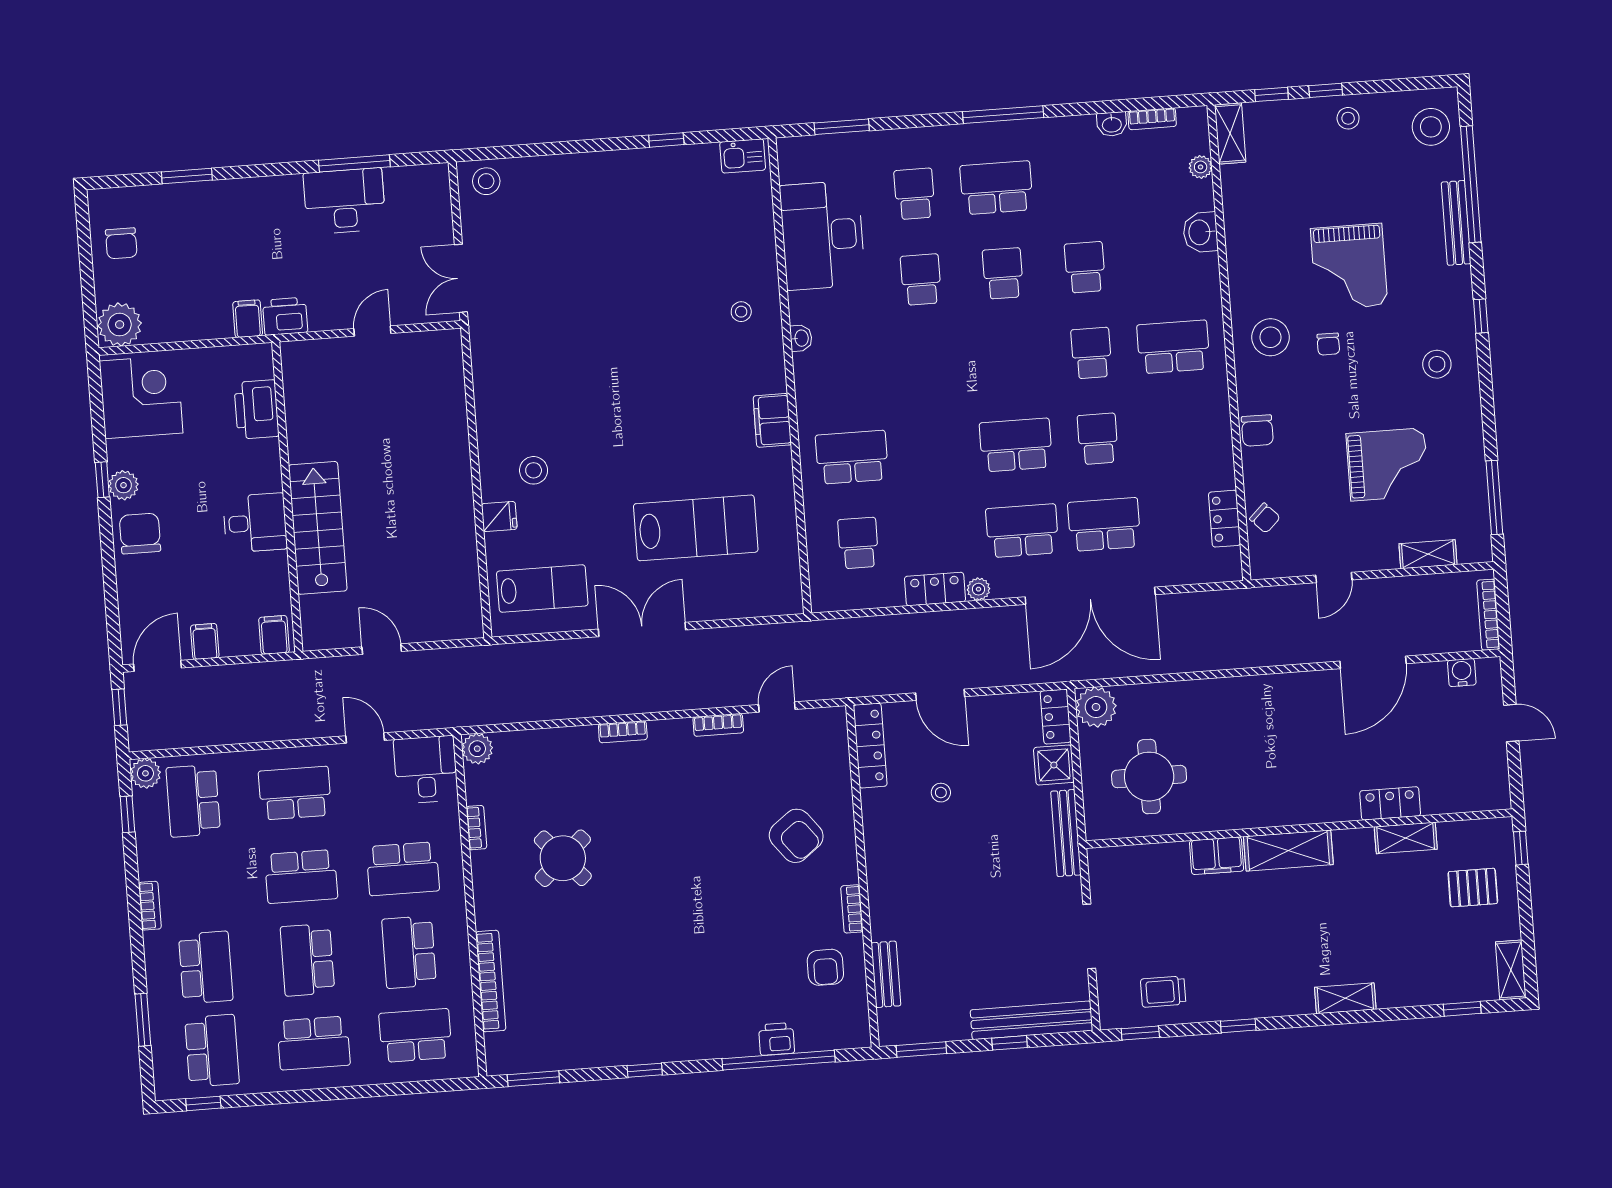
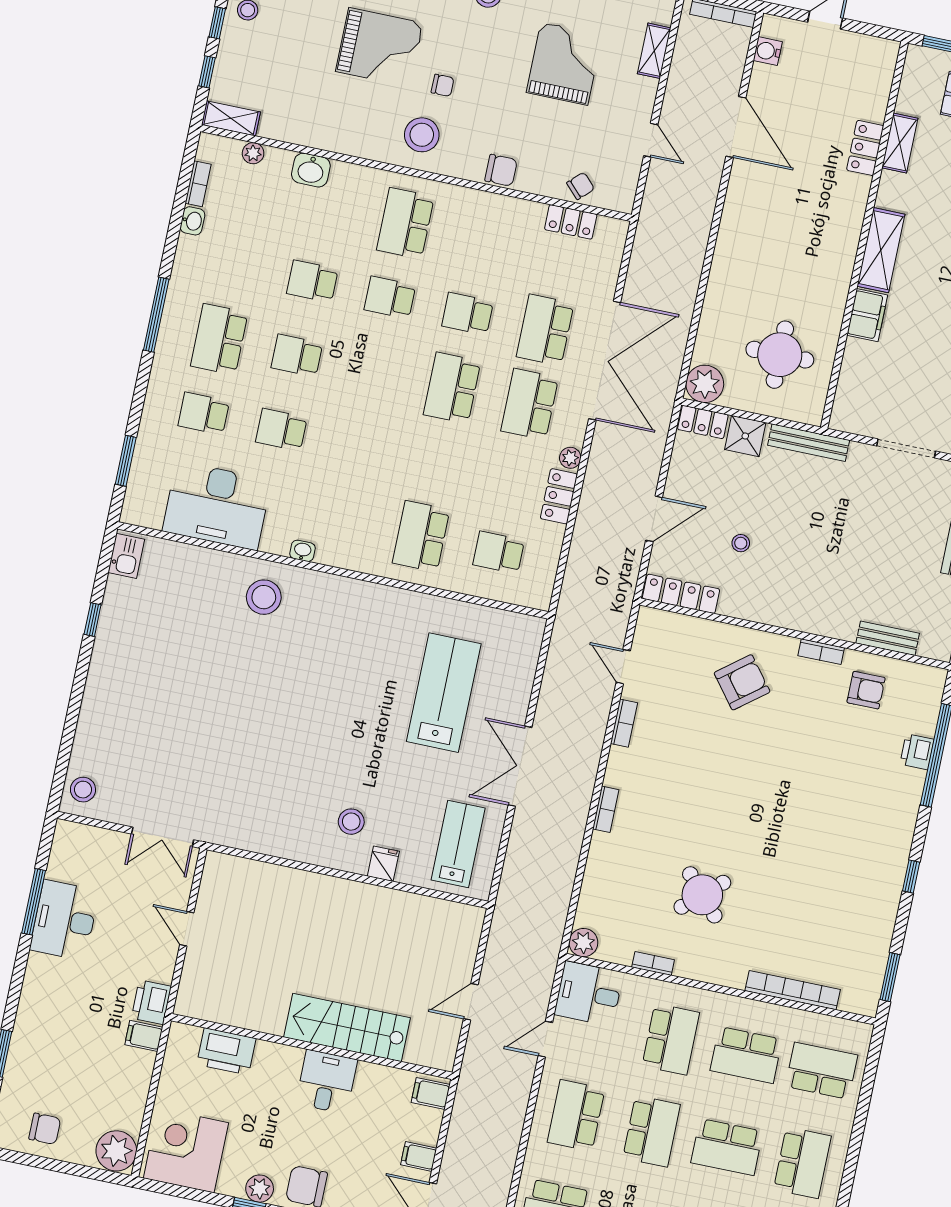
stool: (741, 312) -> (264, 597), width x1.89, depth x1.89
filing cabinet: (772, 420) -> (368, 597), removed
school desk: (415, 1035) -> (822, 1071), turned 90

